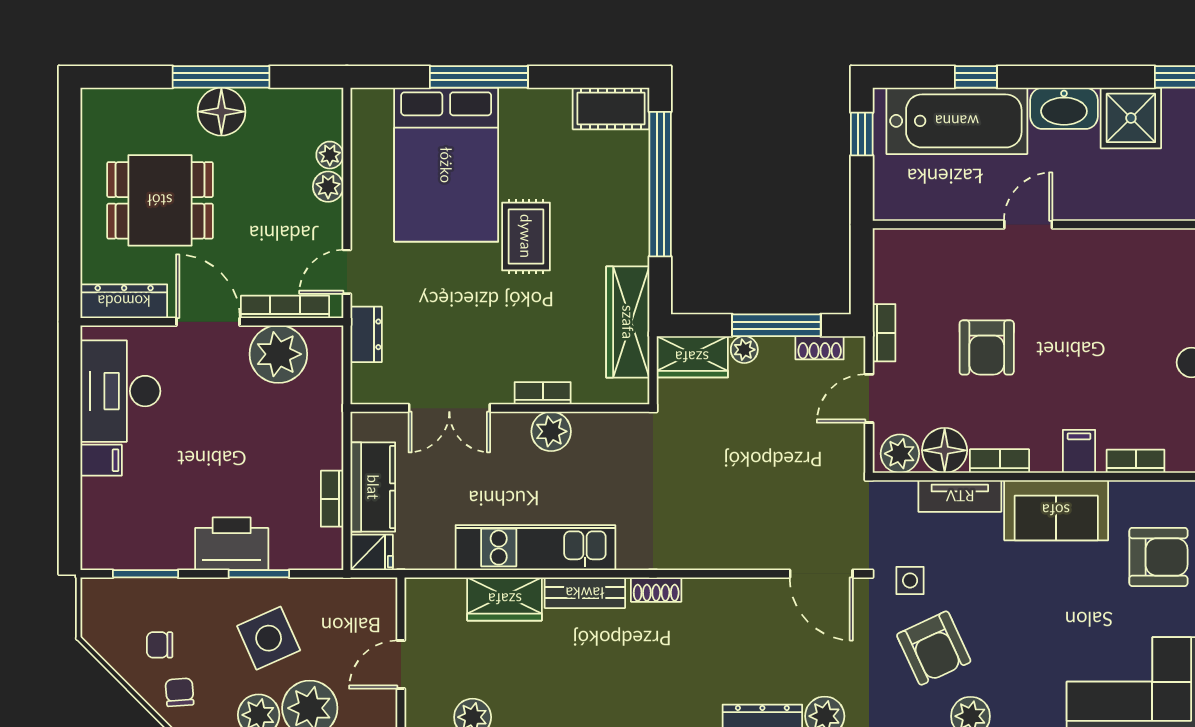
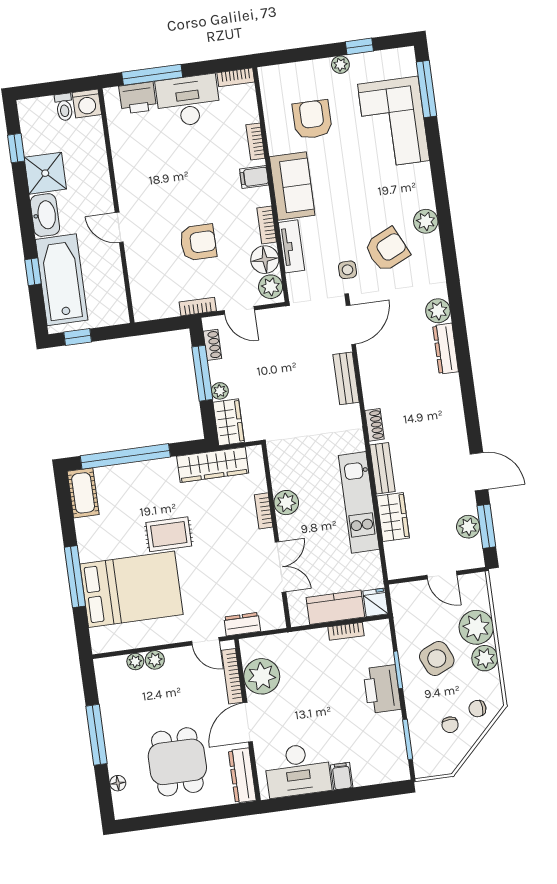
floor lamp: (221, 112) -> (118, 783), moved, width x0.53, depth x0.53
bench: (737, 554) -> (346, 378), added

